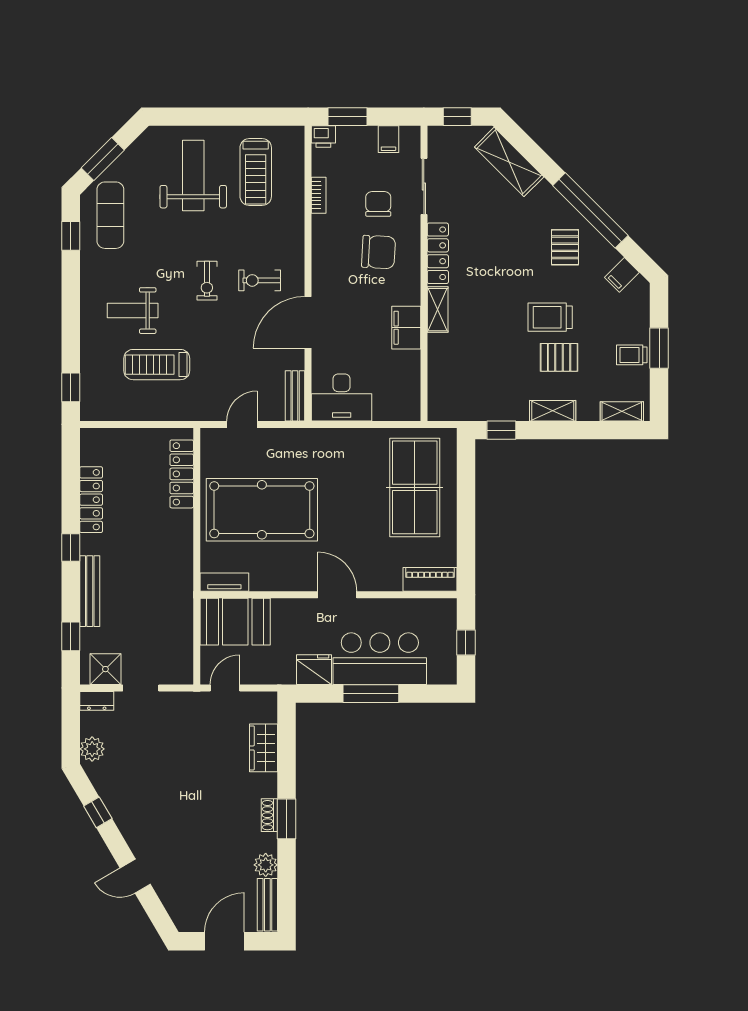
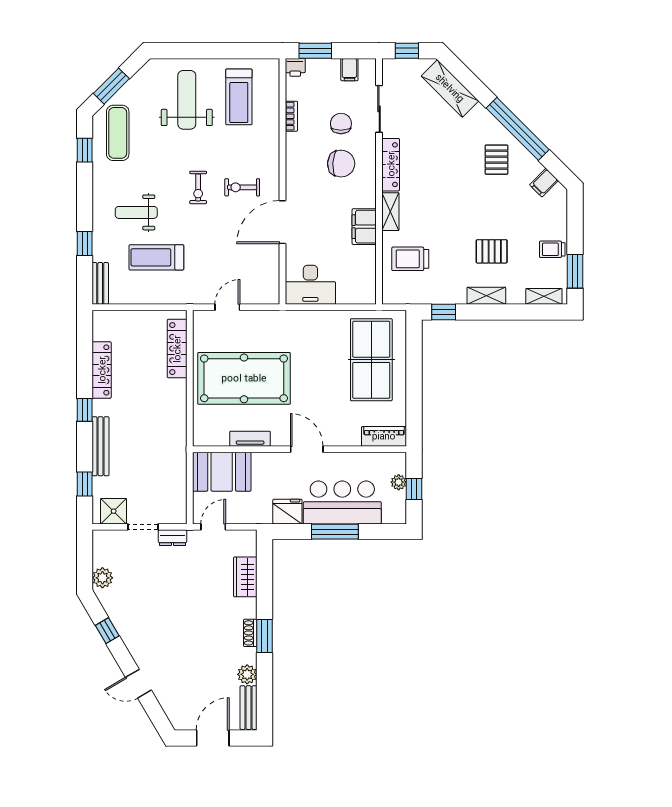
trolley: (550, 317) -> (410, 259), moved
window: (659, 348) -> (575, 271), moved
window: (71, 387) -> (85, 244), moved
bench: (295, 396) -> (100, 283), moved
tv unit: (224, 582) -> (250, 439), moved
plant: (448, 634) -> (399, 482), added
dresser: (97, 701) -> (173, 538), moved

